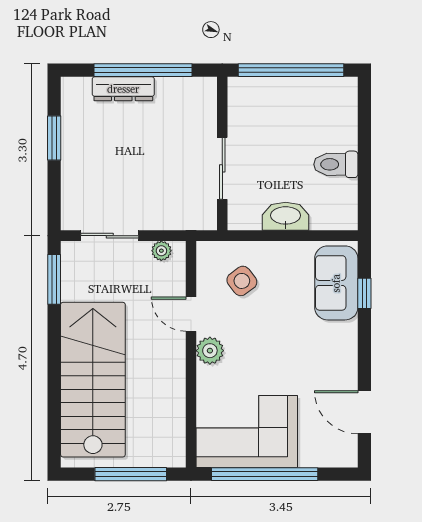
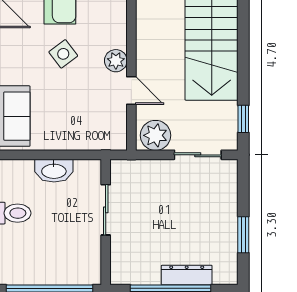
plant: (161, 251) -> (155, 135), width x1.88, depth x1.88
window: (54, 279) -> (243, 119), width x0.67
side table: (242, 281) -> (63, 54), moved

